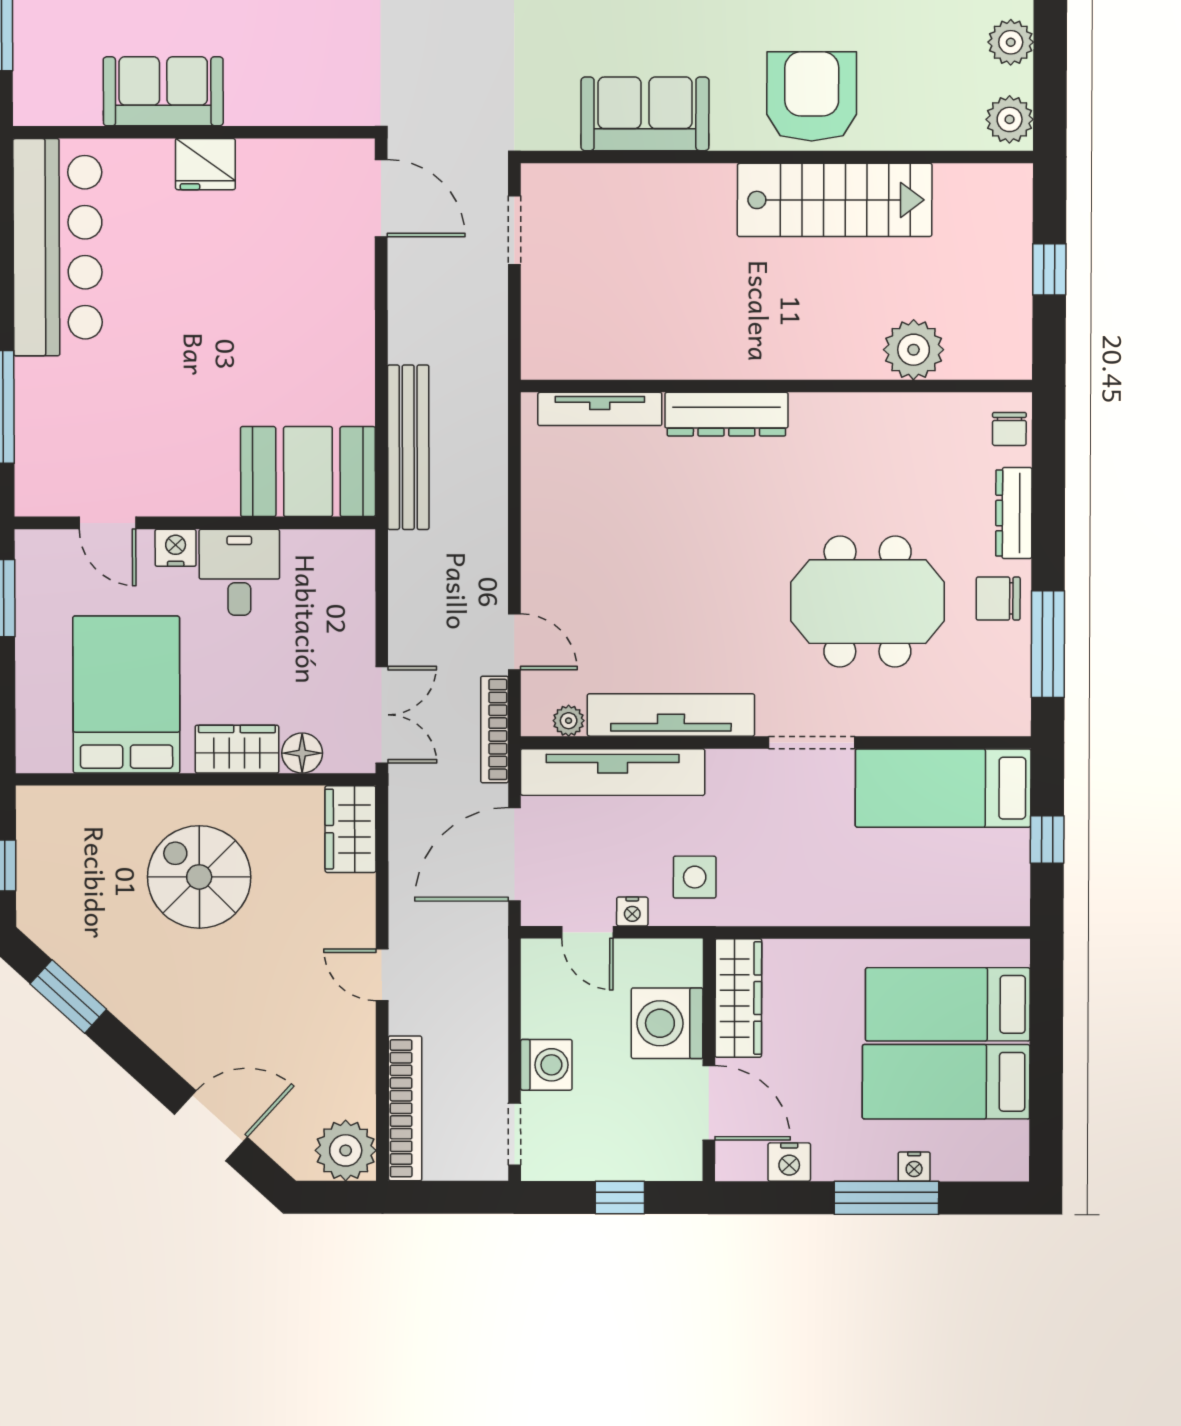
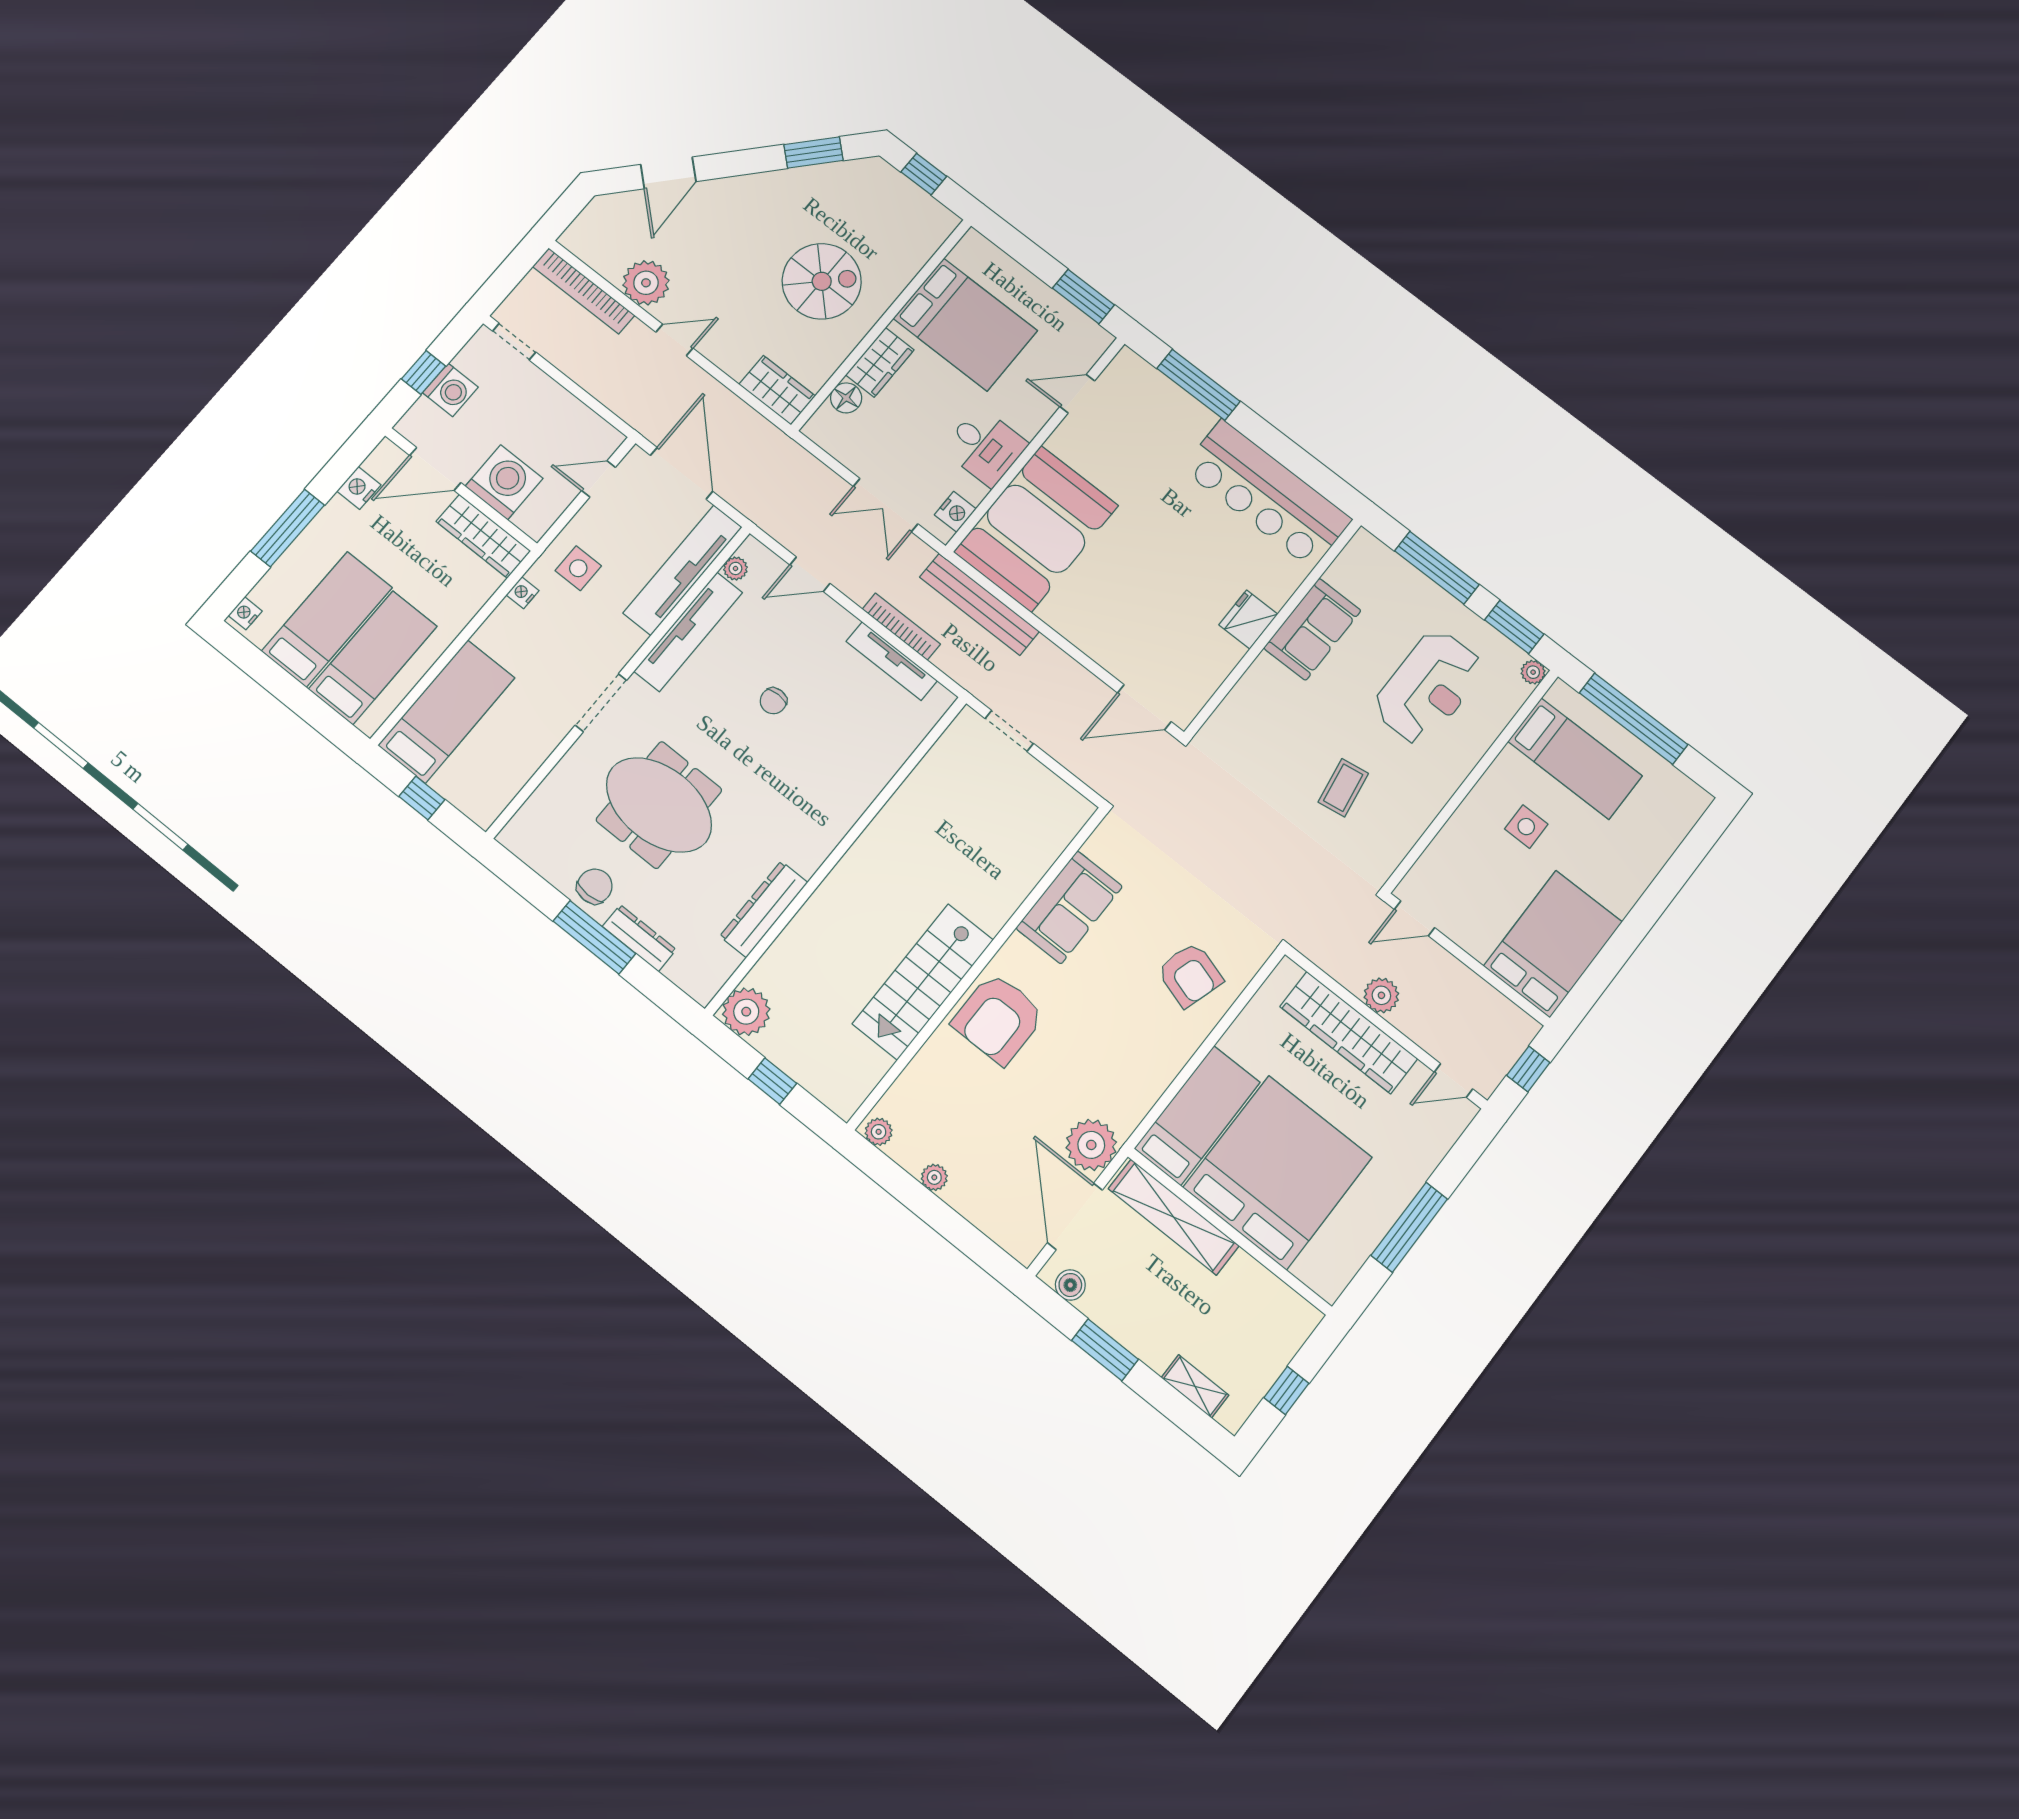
plant: (1011, 42) -> (934, 1177), width x0.73, depth x0.73
armchair: (812, 96) -> (998, 1019), turned 90
plant: (1010, 119) -> (879, 1132), width x0.73, depth x0.73
doorway: (514, 230) -> (1009, 731), moved
plant: (914, 350) -> (746, 1012), moved
tv unit: (600, 409) -> (892, 661), moved, turned -90
dresser: (726, 414) -> (764, 909), moved
chair: (1009, 429) -> (773, 701), moved, turned -90
booth: (308, 472) -> (1036, 529), width x1.36, depth x1.42
nightstand: (176, 548) -> (955, 512), moved
meeting table: (867, 602) -> (659, 805), turned 90
window: (1048, 644) -> (594, 937), moved
double door: (382, 715) -> (886, 505), moved
bookcase: (495, 729) -> (901, 627), moved
bed: (943, 788) -> (446, 712), moved
nightstand: (632, 912) -> (523, 593), moved
washing machine: (546, 1065) -> (450, 390), moved, turned -90
plant: (346, 1150) -> (646, 283), moved
nightstand: (914, 1167) -> (245, 613), moved

